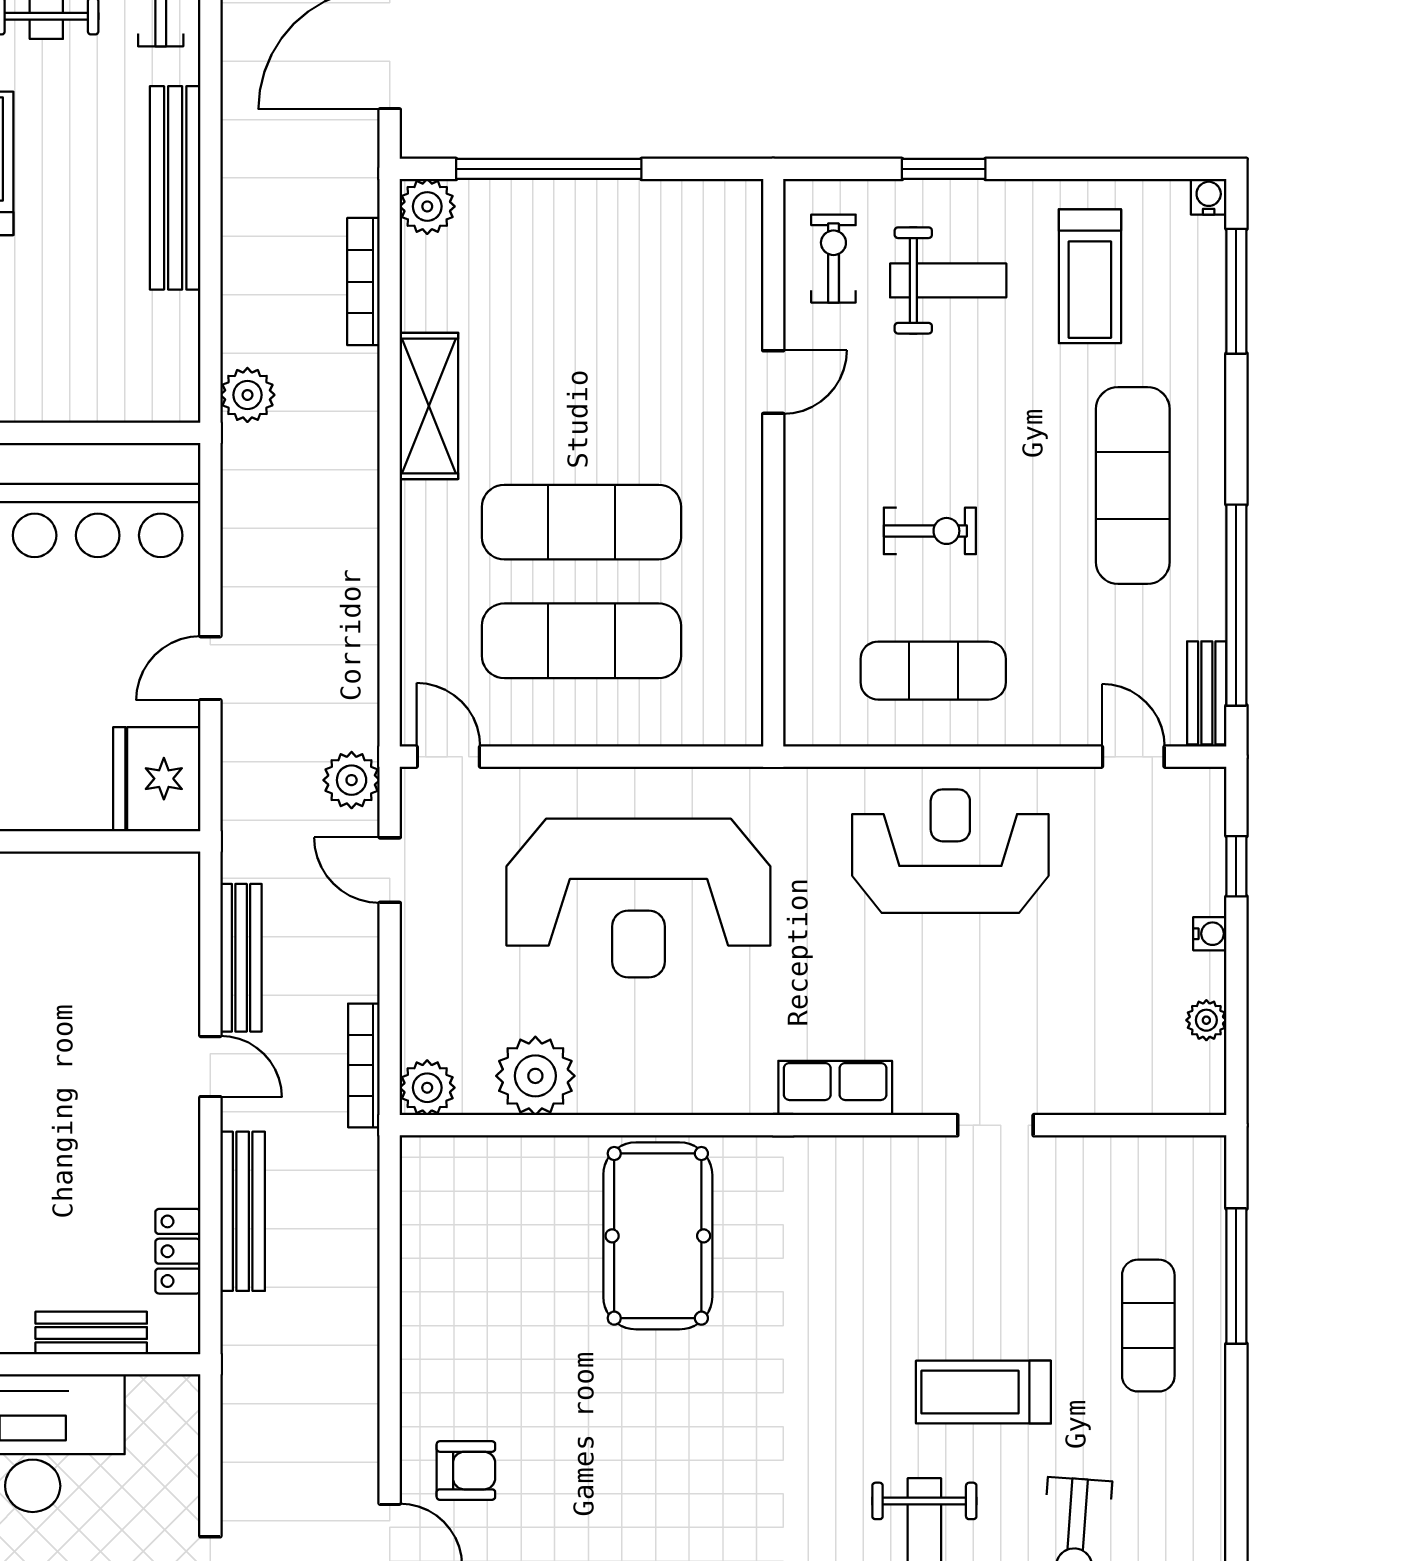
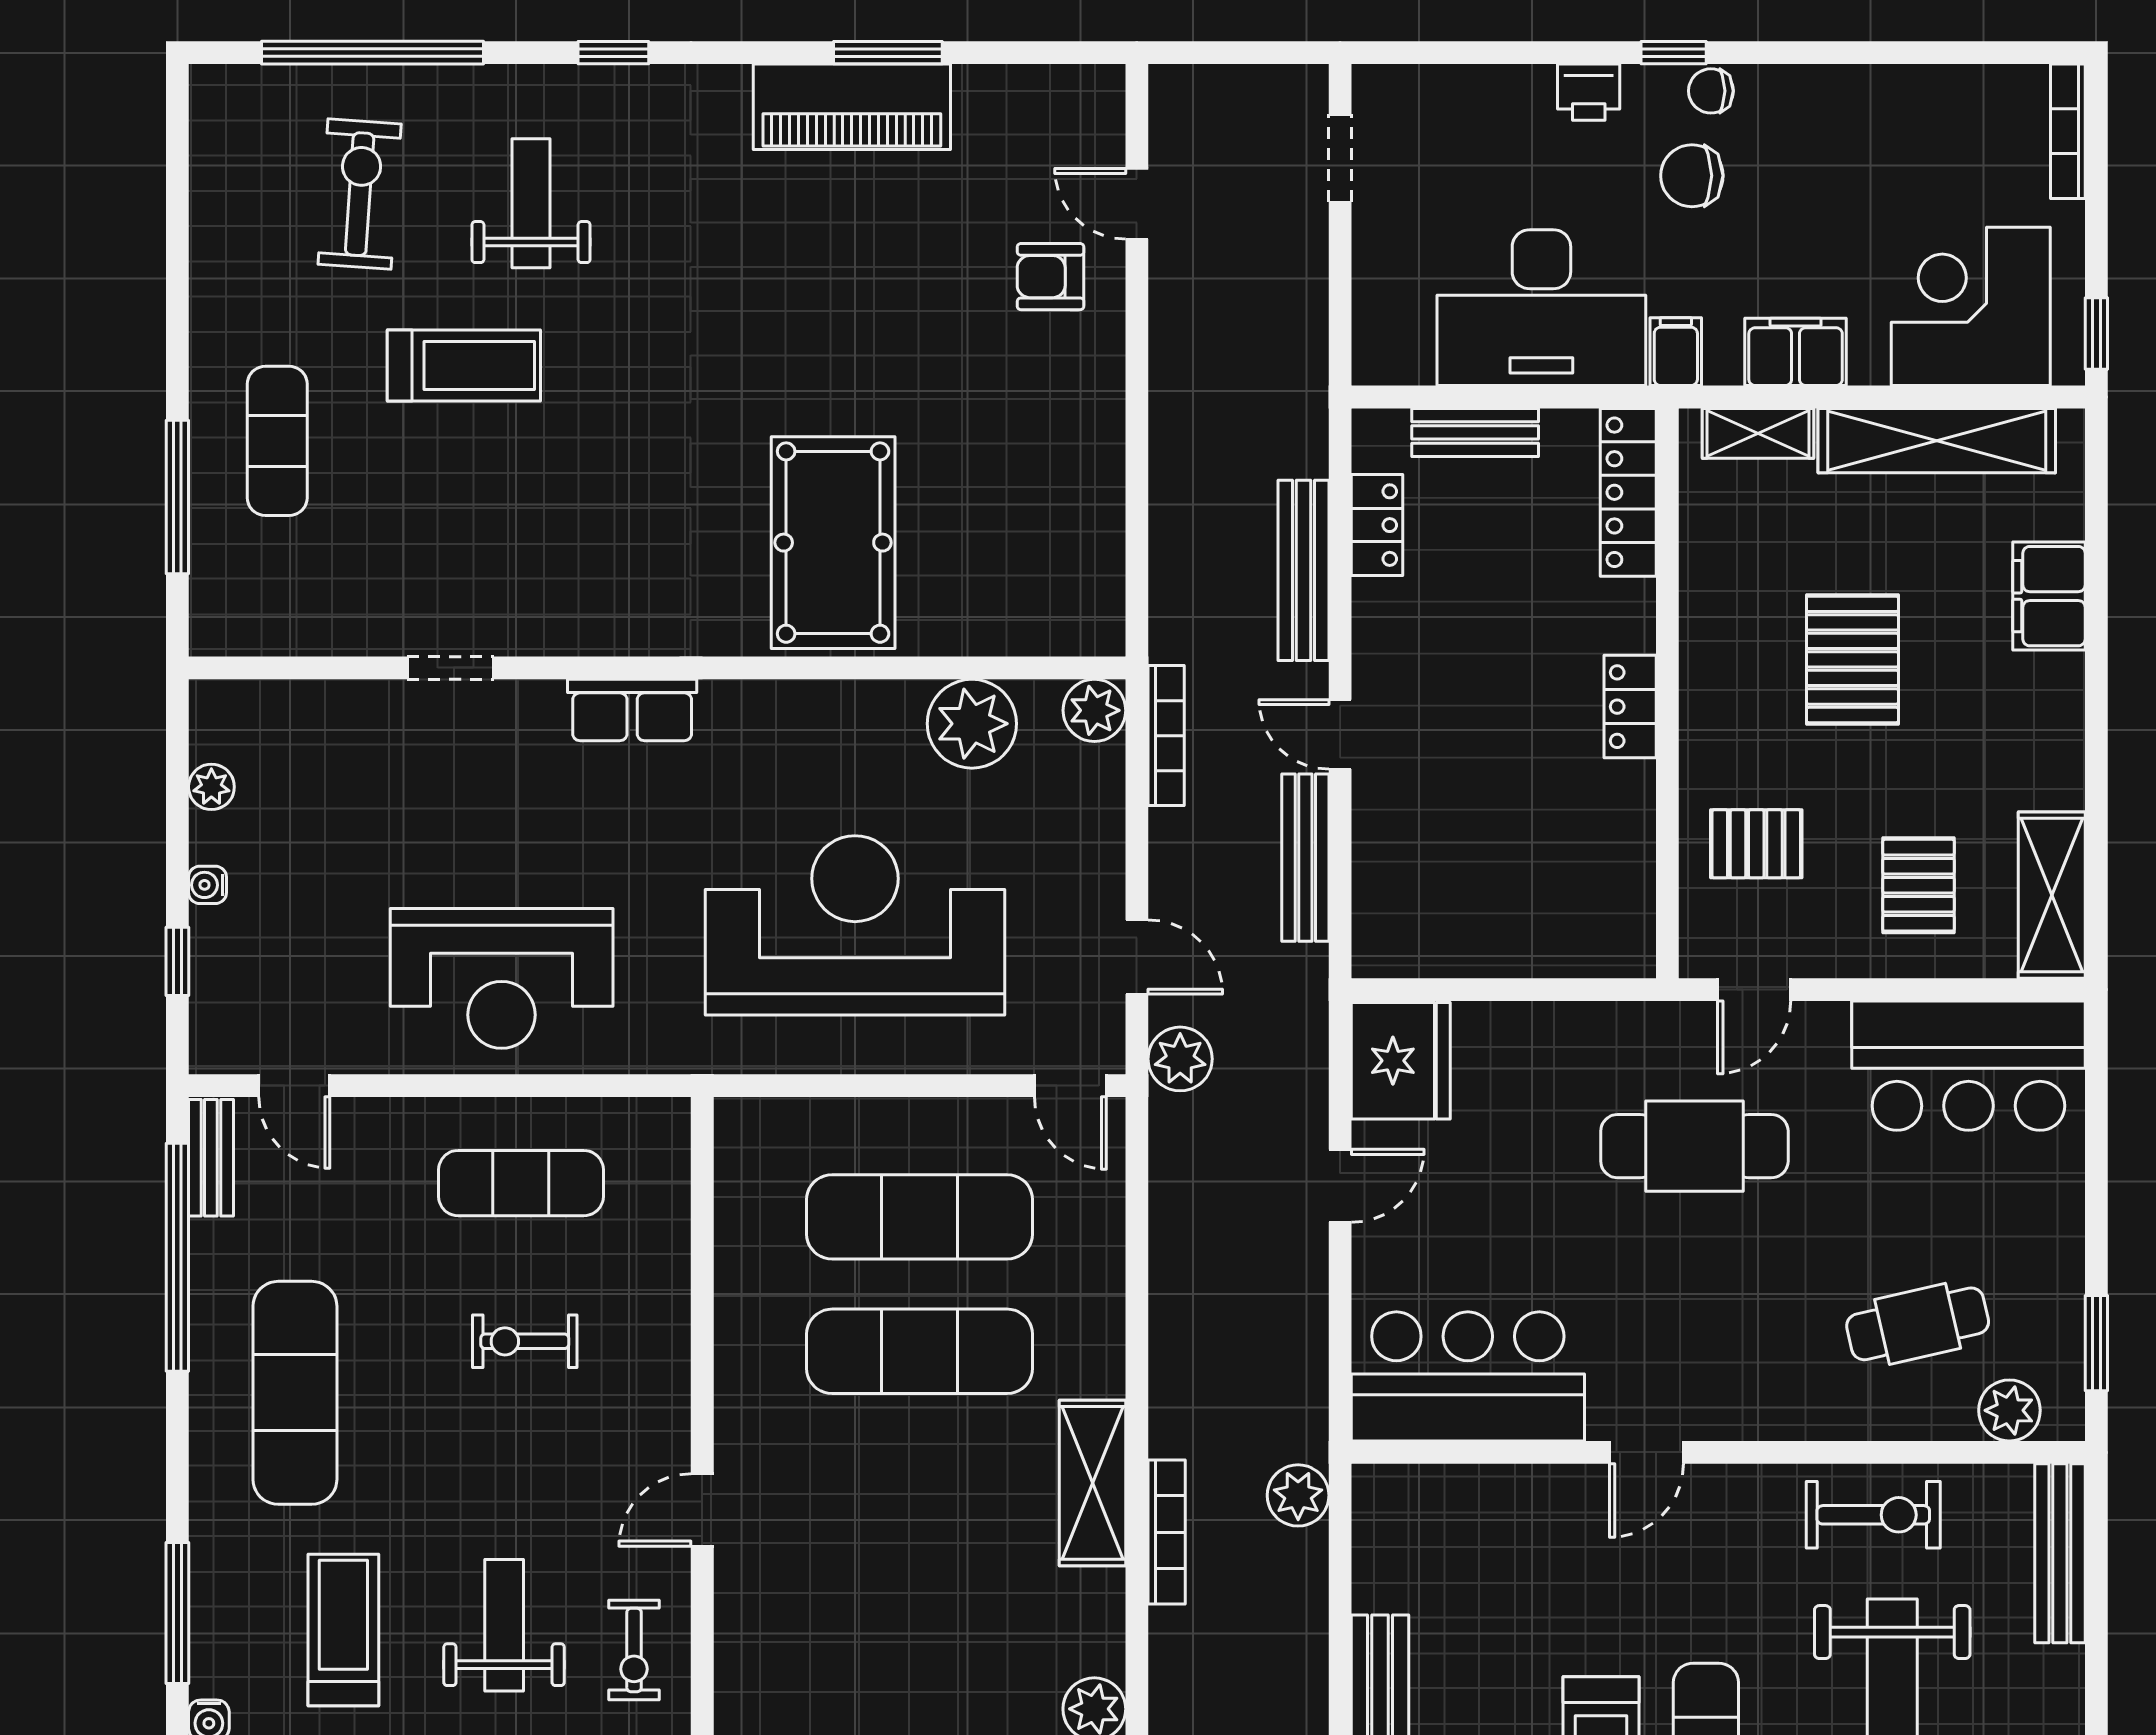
weight bench: (948, 280) -> (504, 1625), turned 90
bookcase: (363, 282) -> (1167, 1532), moved

